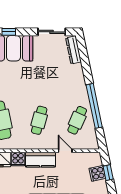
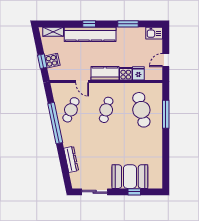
dresser: (73, 50) -> (71, 159), moved

